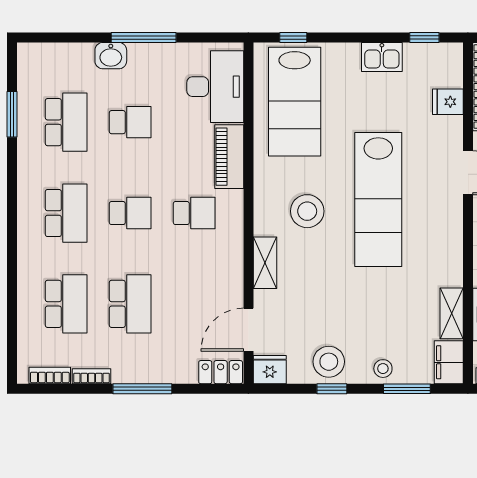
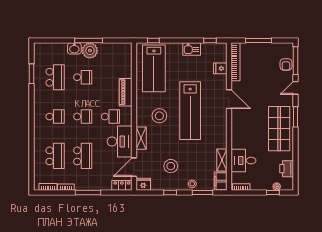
plant: (147, 61) -> (90, 51), added
desk: (215, 87) -> (120, 141), moved
school desk: (66, 213) -> (55, 117), width x0.54
stool: (329, 362) -> (171, 166), moved

